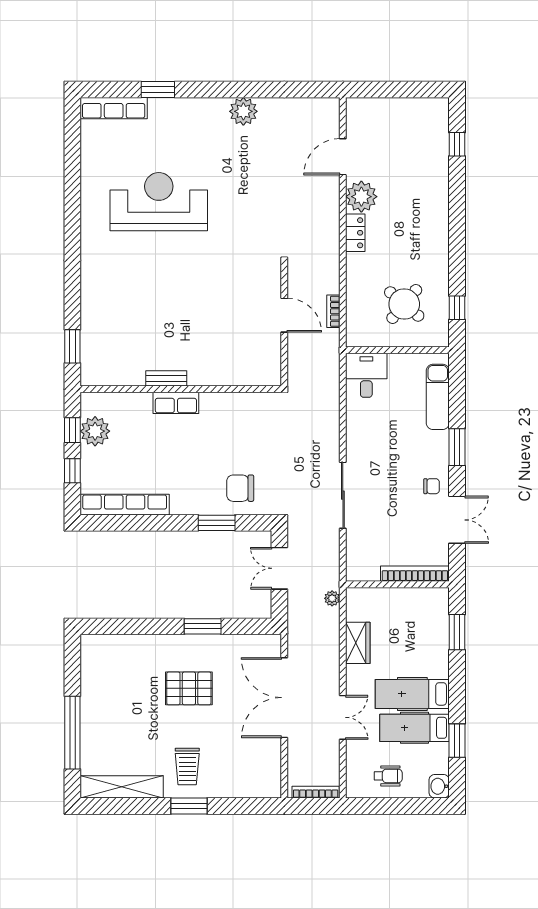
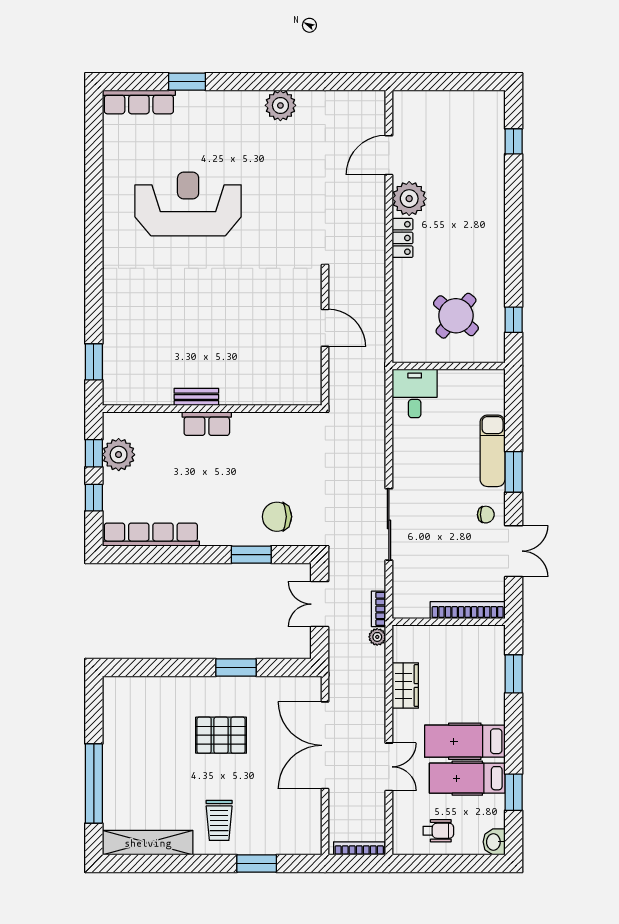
bookcase: (333, 311) -> (379, 609), moved
exam couch: (438, 397) -> (493, 451), moved
window: (189, 806) -> (257, 864), moved

